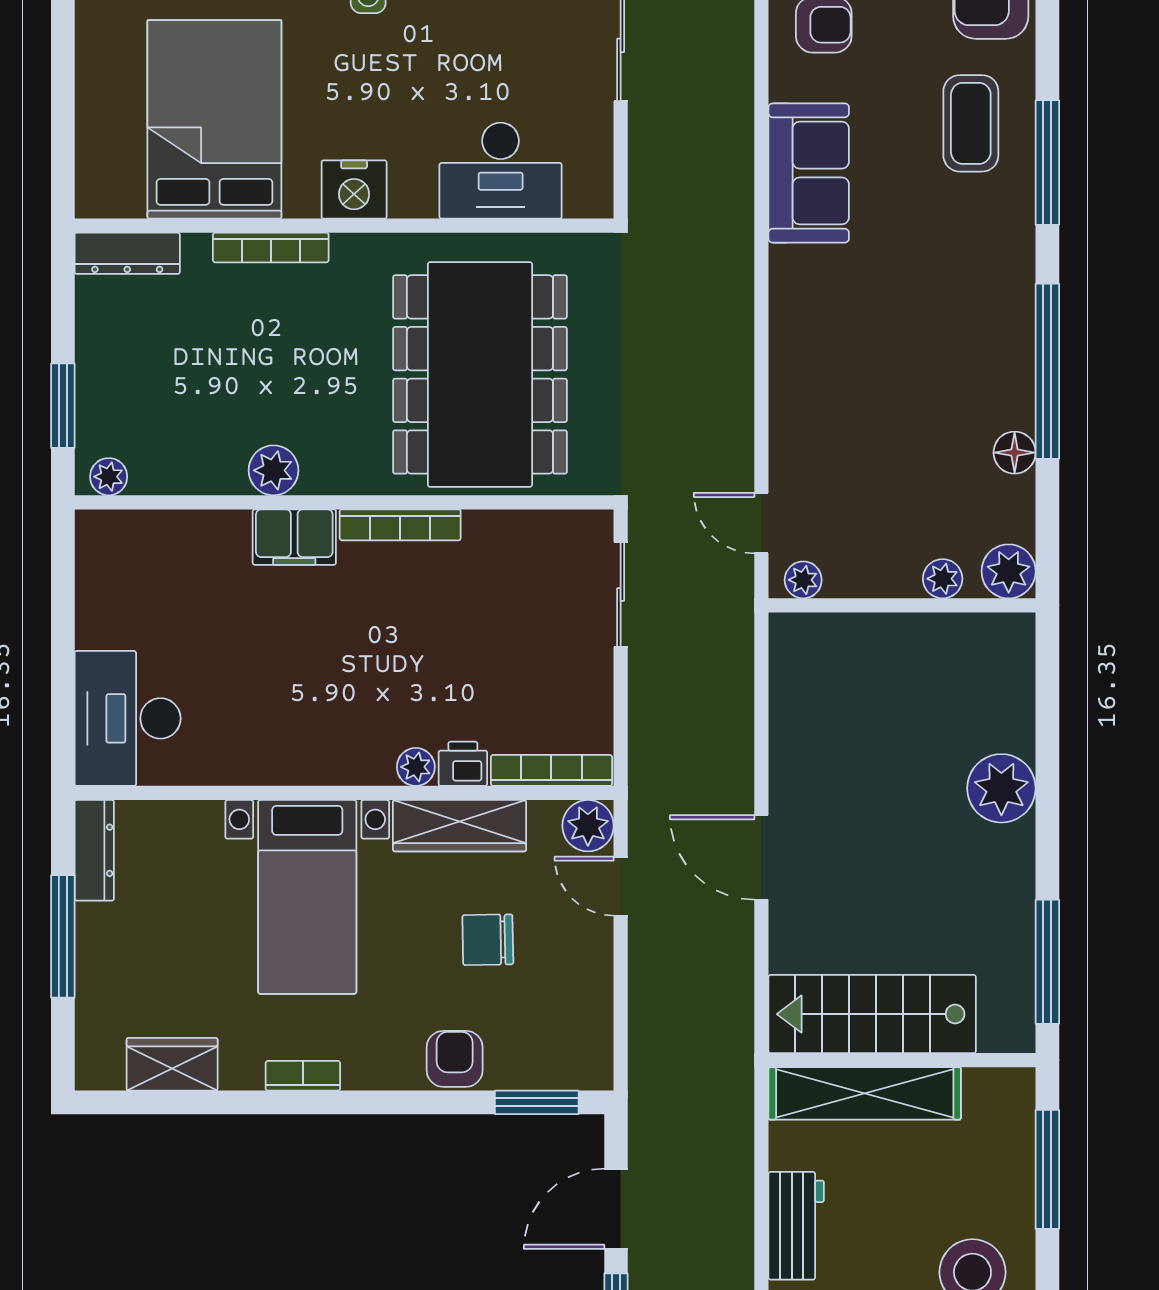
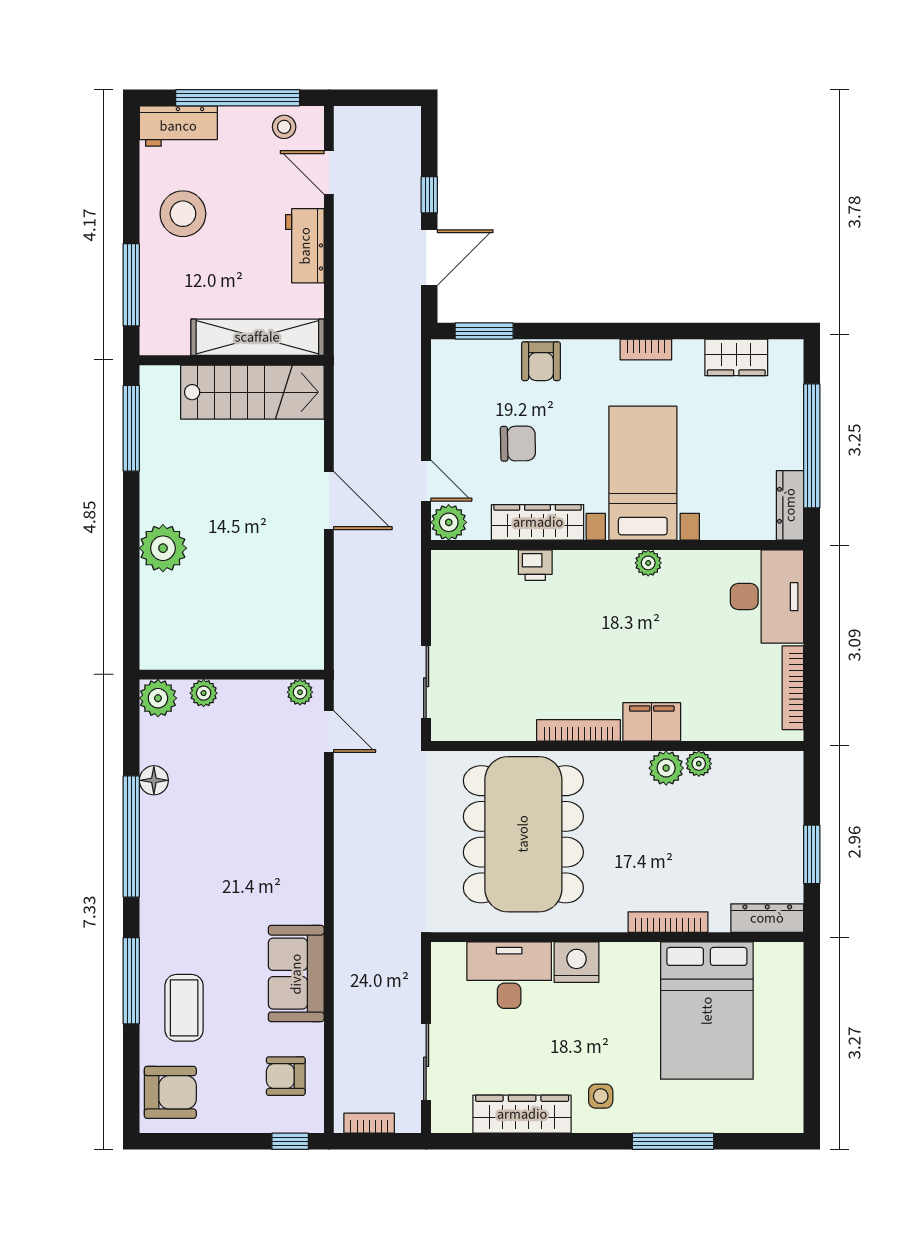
nightstand: (354, 189) -> (576, 962), moved
window: (63, 406) -> (812, 854), moved
plant: (109, 477) -> (699, 764), moved
plant: (416, 767) -> (648, 563), moved
bookcase: (551, 770) -> (793, 688), moved, turned 90
window: (63, 936) -> (812, 446), width x1.46

